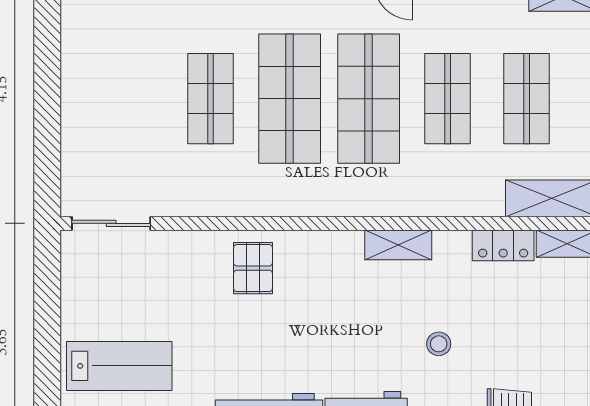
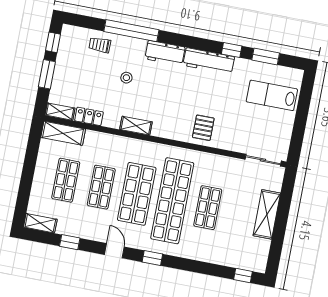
shop shelf: (290, 99) -> (172, 201), width x1.40
shelving: (81, 108) -> (267, 214), added

